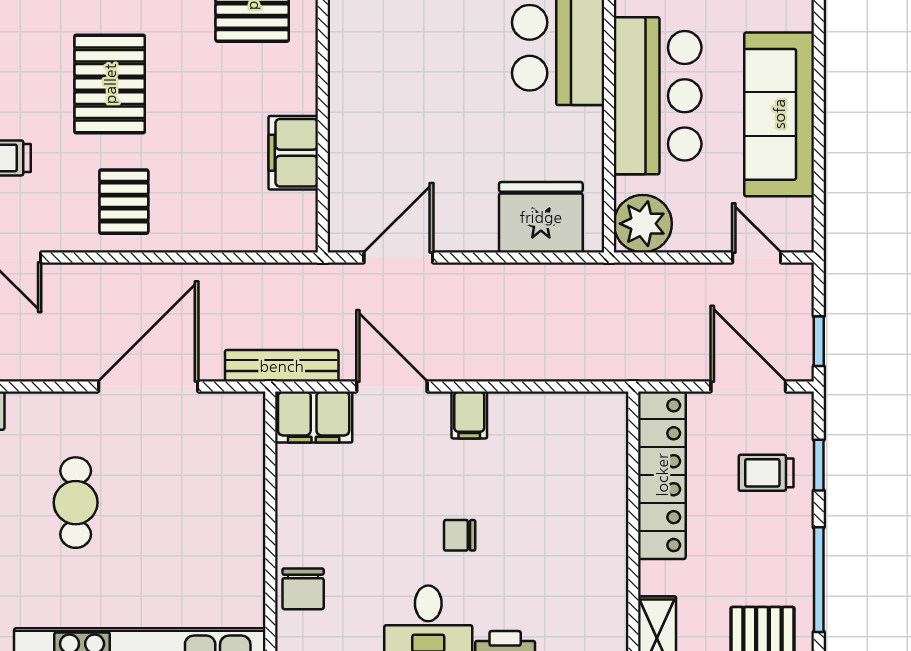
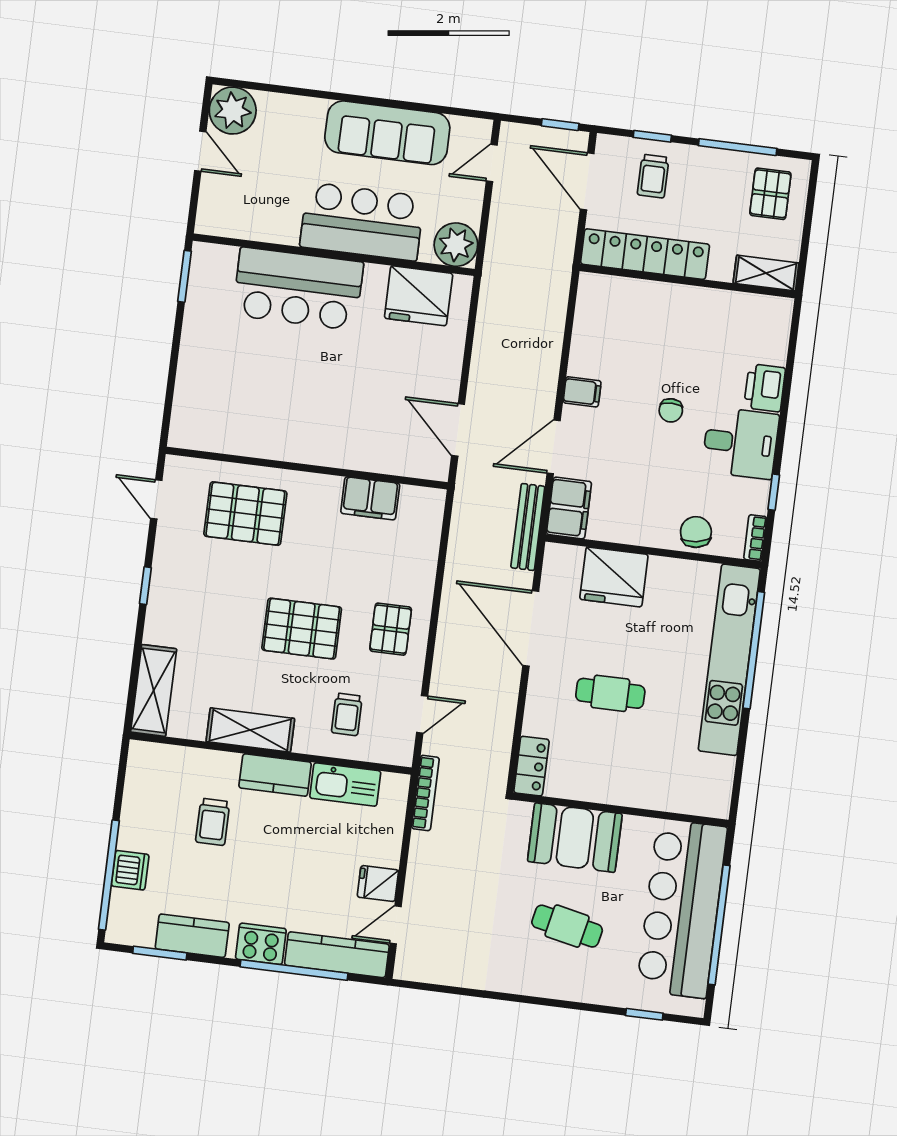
pallet: (124, 202) -> (391, 629), turned 90
fridge: (541, 217) -> (419, 296), moved, turned -90
door: (748, 387) -> (587, 181), hinge flipped
fridge: (230, 488) -> (614, 577), added
chair: (303, 589) -> (696, 532), turned -99

